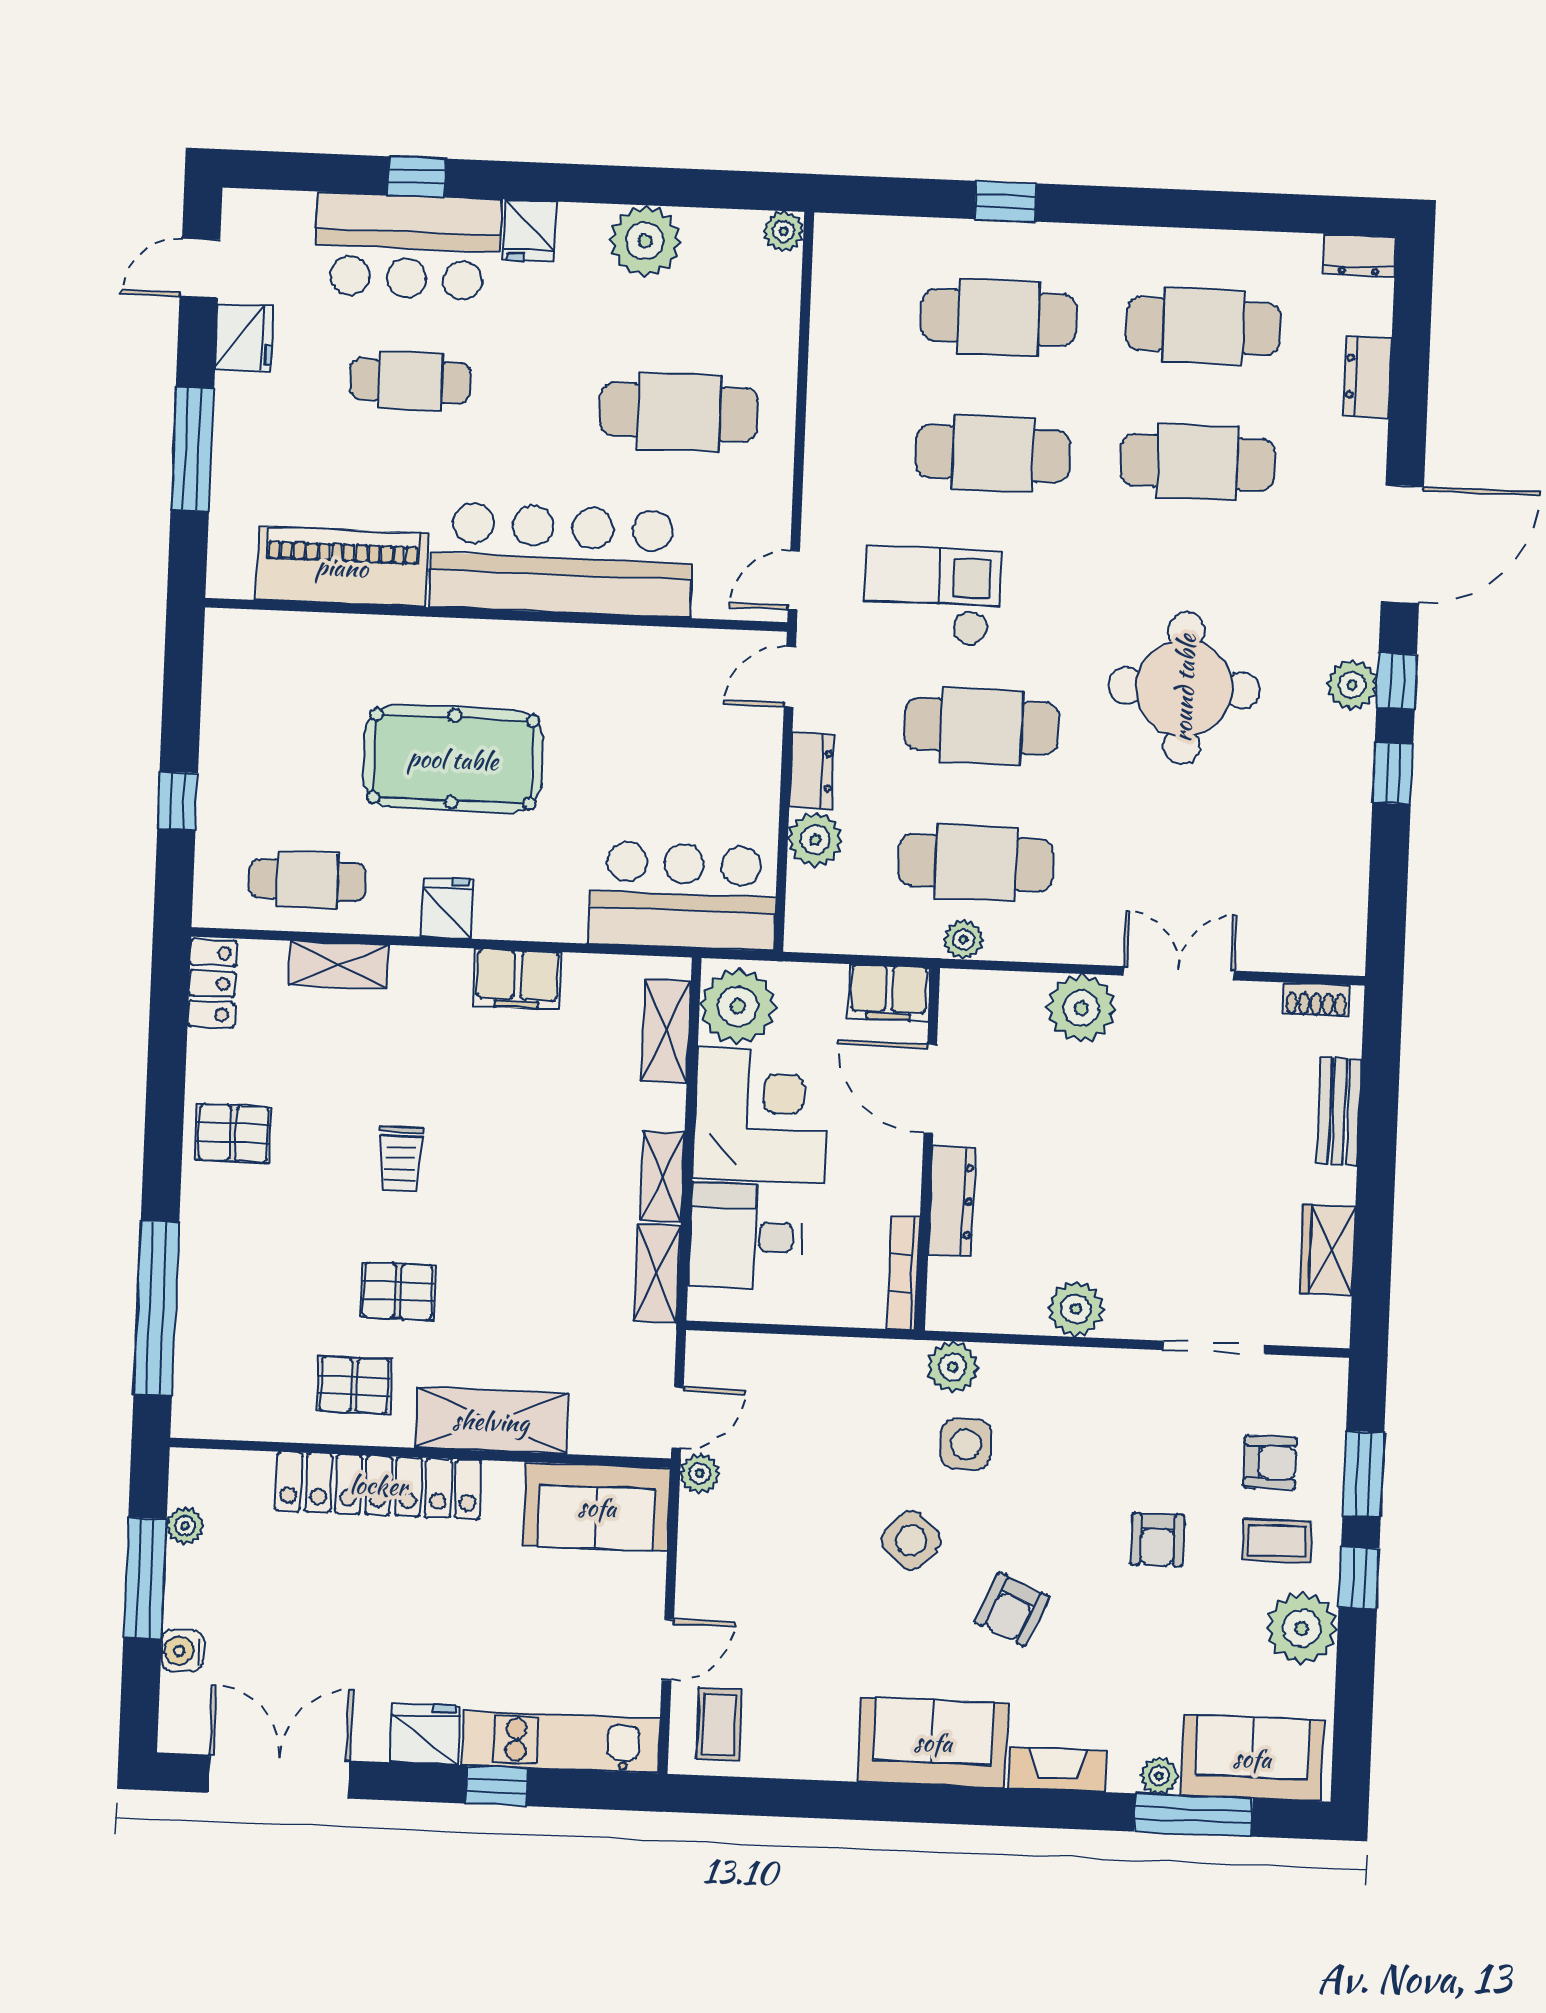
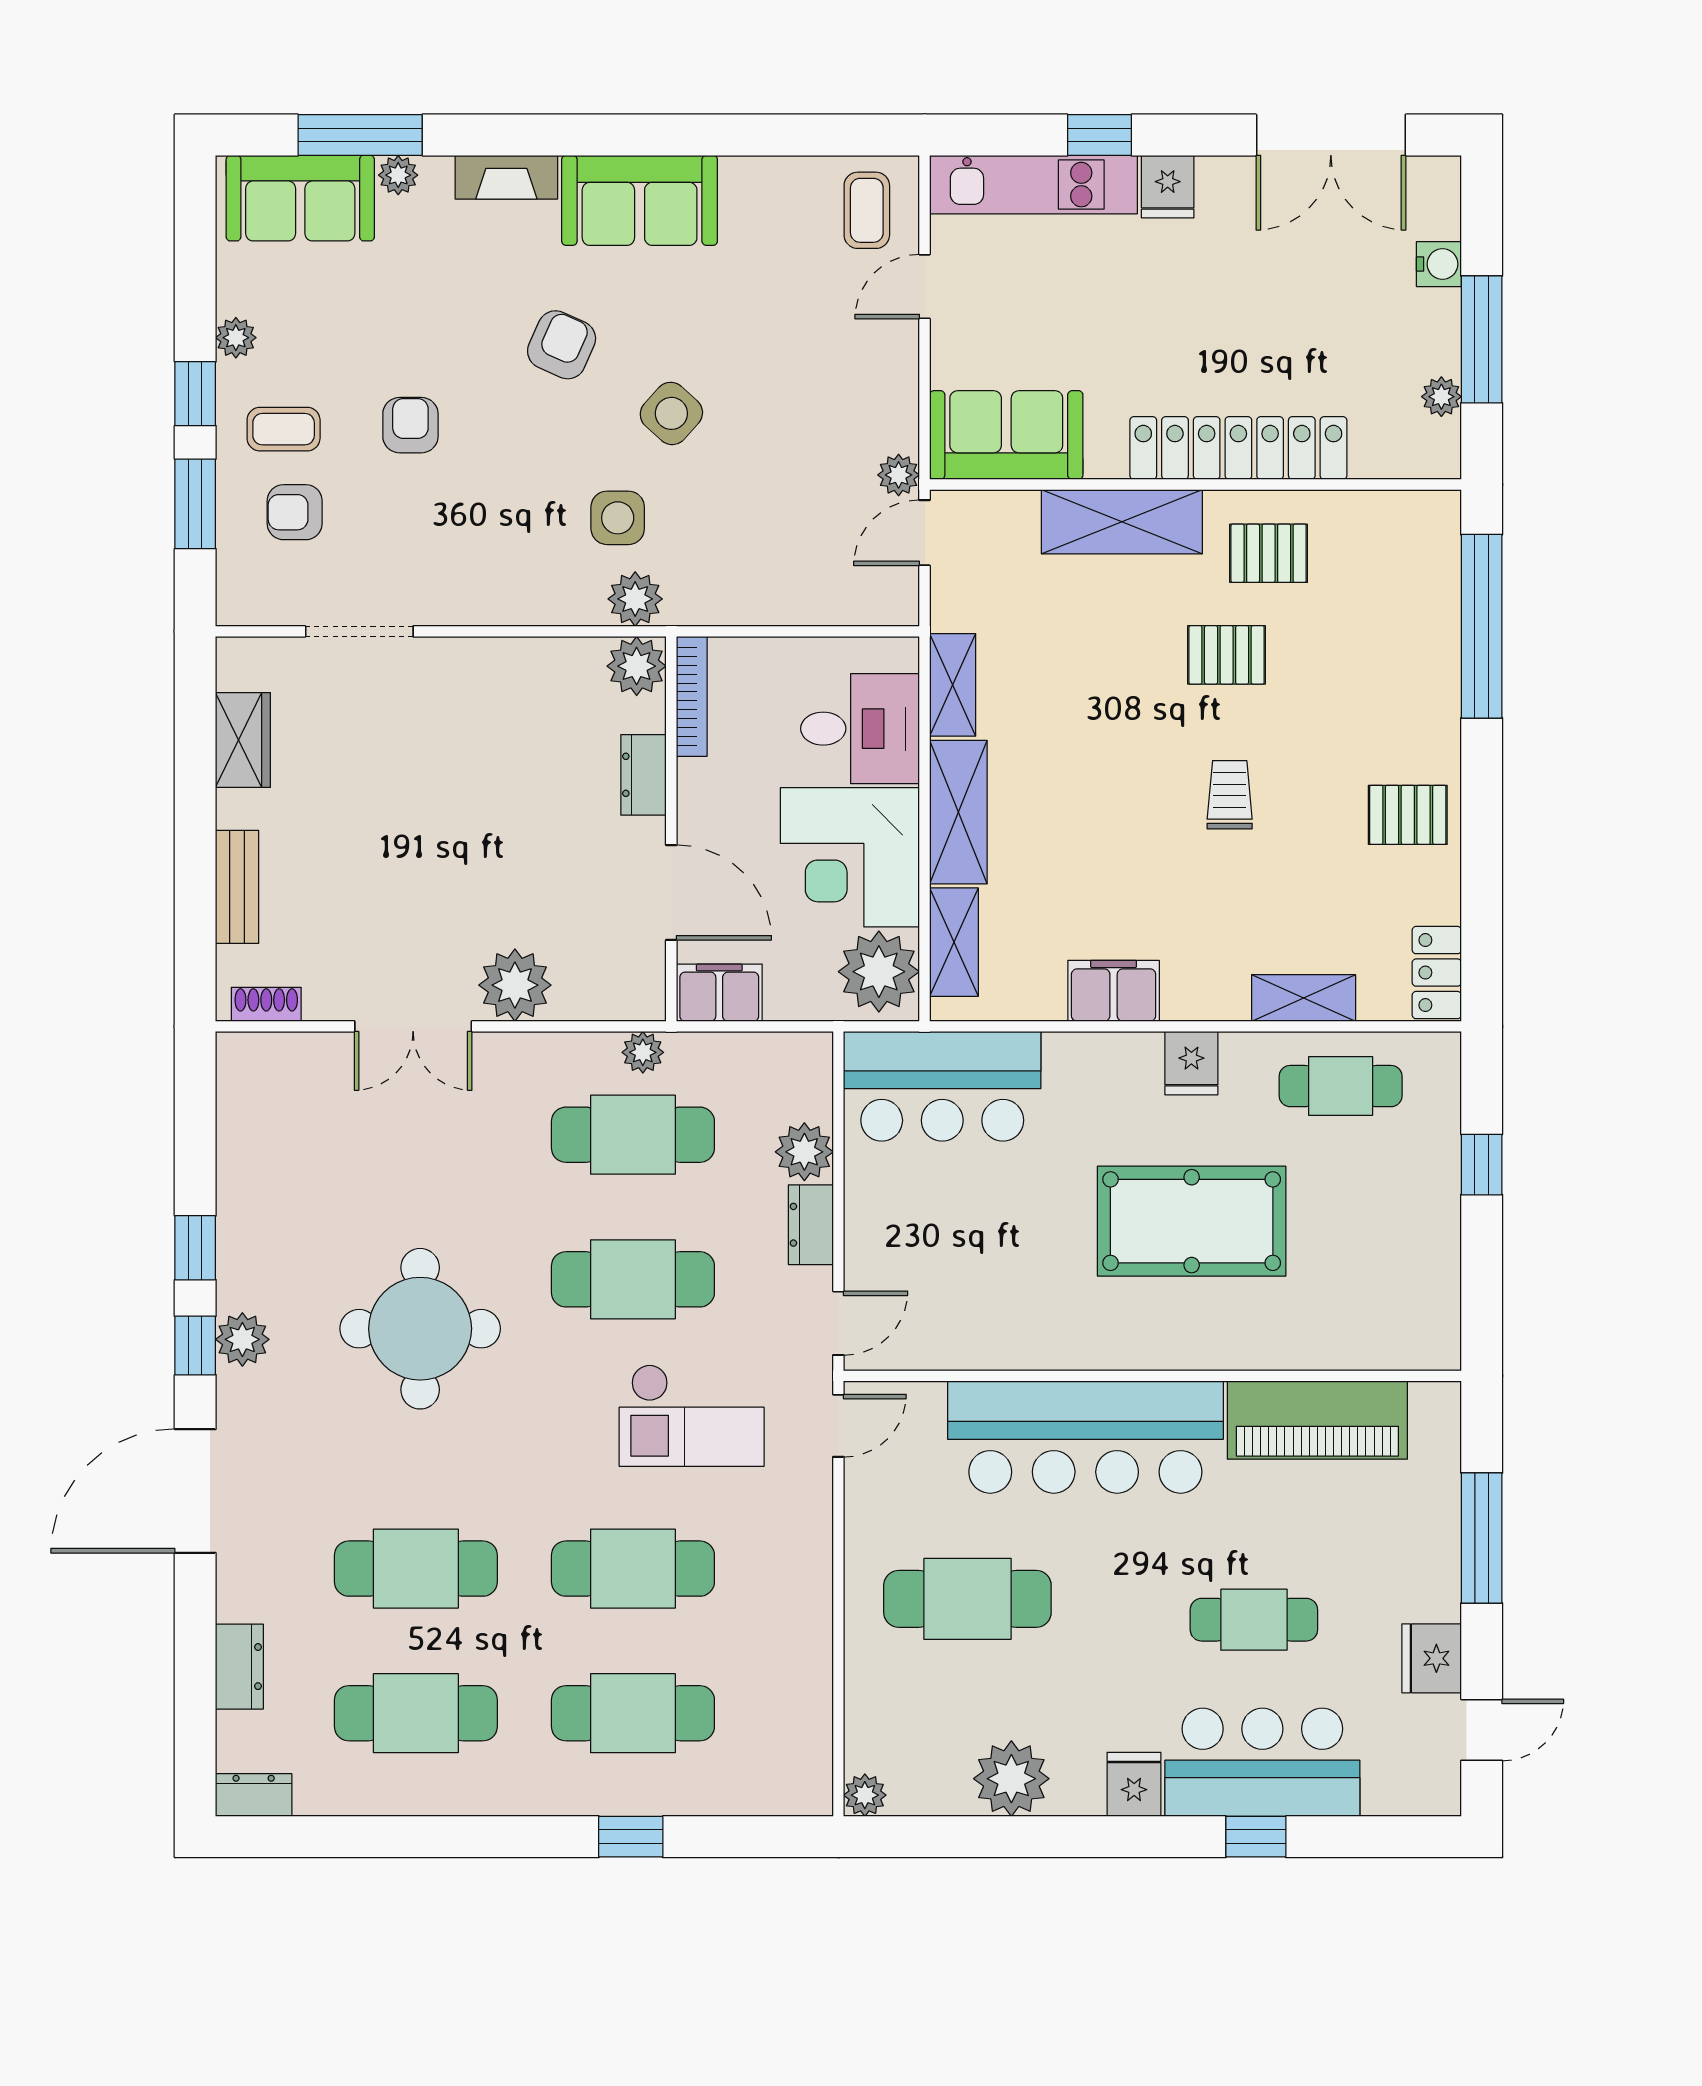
shelving: (662, 1176) -> (958, 812), width x1.50, depth x1.33
dresser: (952, 1201) -> (644, 775), width x0.70
plant: (1076, 1309) -> (637, 666), moved
plant: (1302, 1628) -> (236, 338), width x0.53, depth x0.53
fridge: (425, 1734) -> (1168, 187), width x0.72

